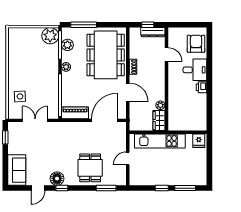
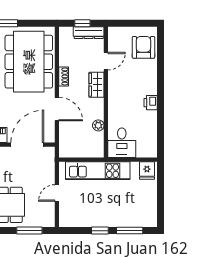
door: (166, 55) -> (106, 61), hinge flipped
desk: (195, 70) -> (122, 143), moved, turned 90
wardrobe: (159, 121) -> (97, 85), moved

